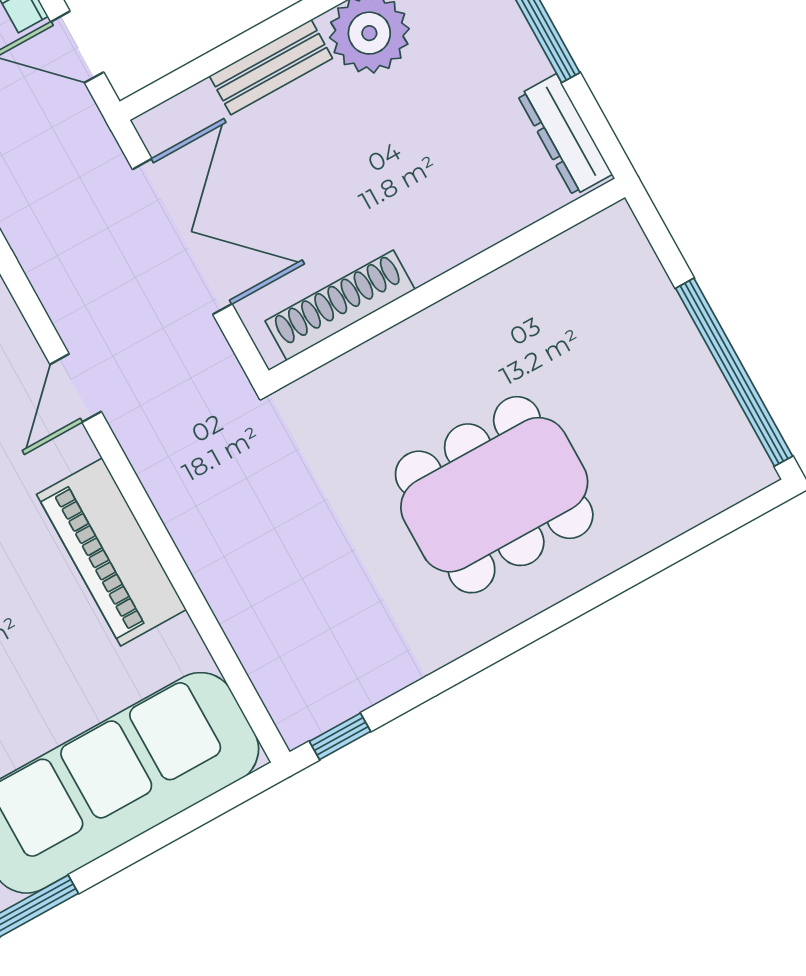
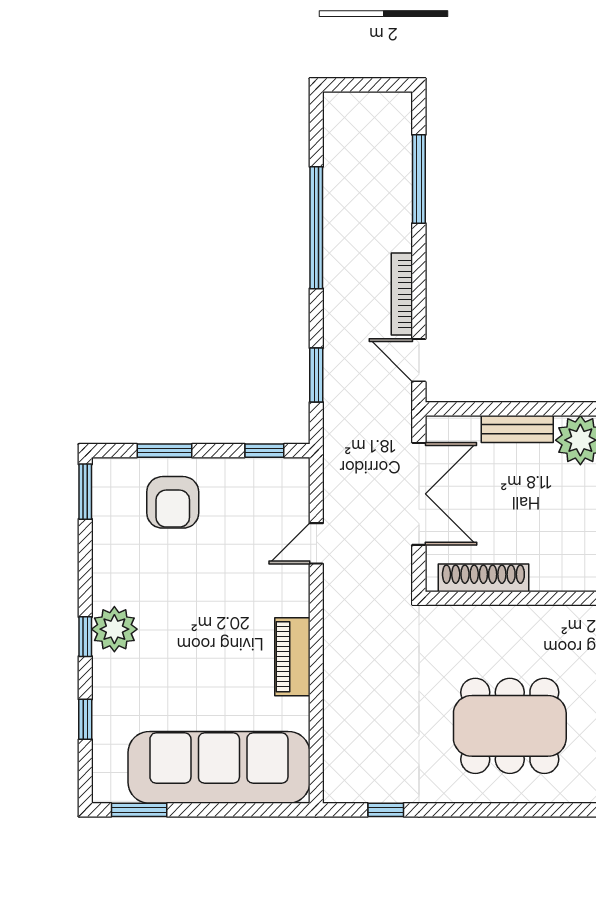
piano: (111, 552) -> (292, 657), width x0.73, depth x0.75
window: (340, 736) -> (386, 810), moved

